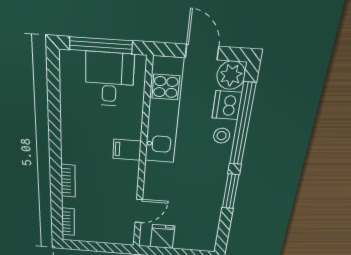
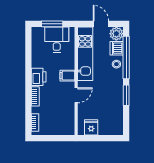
window: (101, 45) -> (52, 24), width x0.69
printer: (74, 148) -> (39, 77), added
door: (139, 211) -> (76, 95), moved

